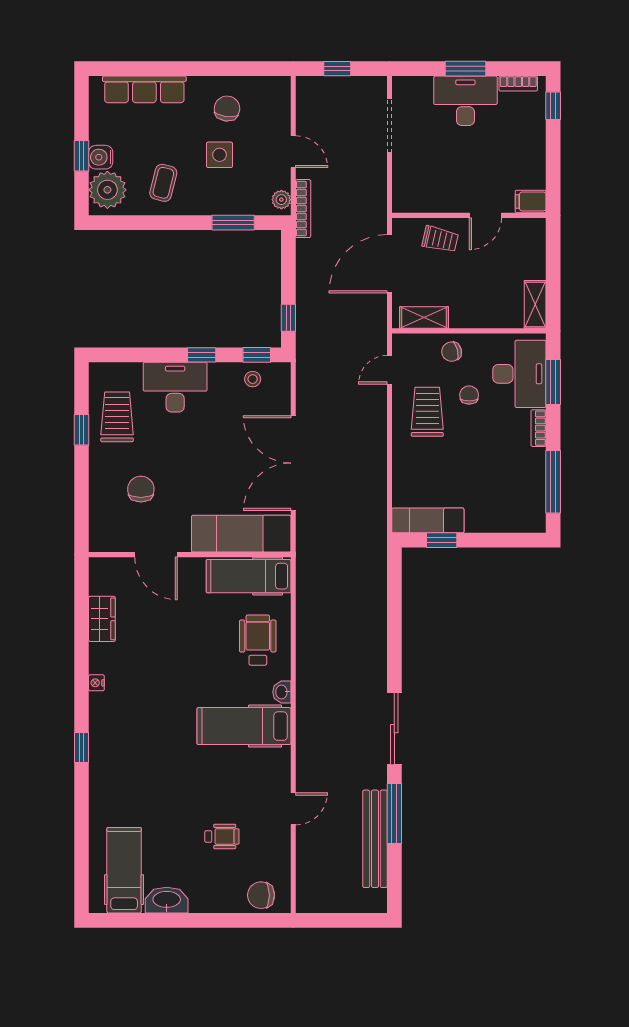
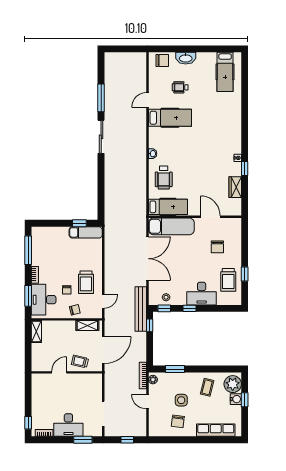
window: (466, 69) -> (83, 440), moved
filing cabinet: (531, 201) -> (39, 379), removed
hospital bed: (244, 726) -> (170, 118), moved
window: (81, 748) -> (245, 169), moved
bench: (375, 839) -> (141, 309), moved
washbasin: (167, 900) -> (186, 58), moved

